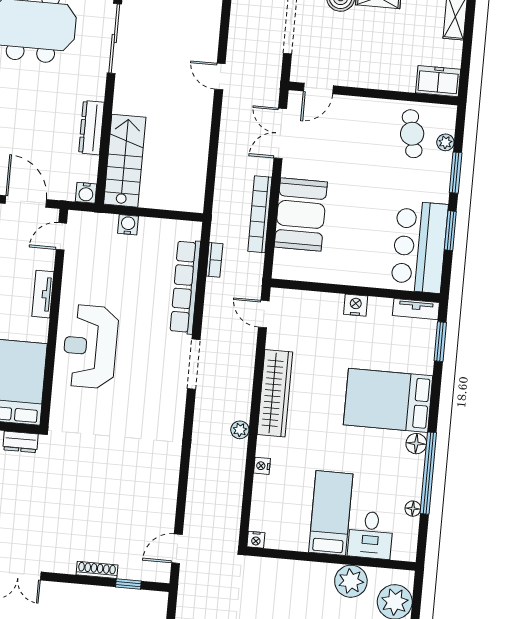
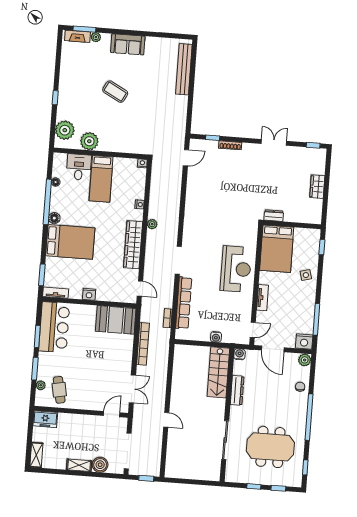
booth: (301, 214) -> (116, 320), moved, turned 90

